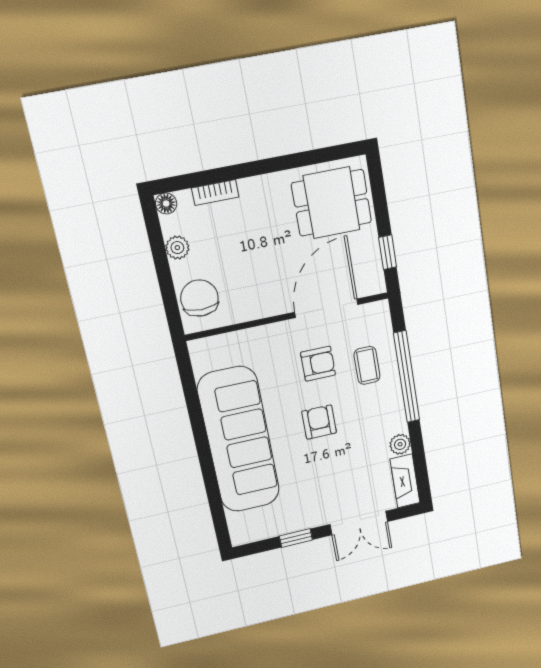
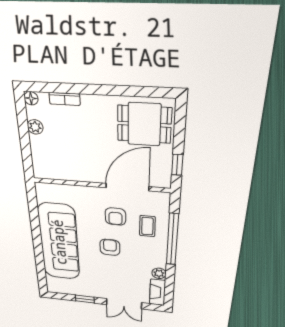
chair: (199, 298) -> (46, 160), removed
armchair: (318, 364) -> (115, 216), turned 90

